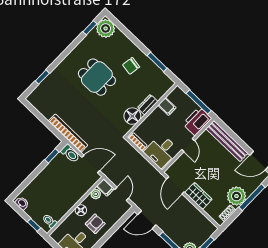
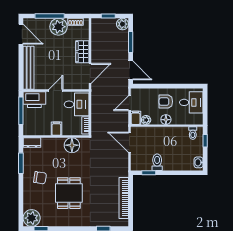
dresser: (148, 105) -> (32, 143), moved
filing cabinet: (167, 107) -> (56, 129), moved
bookcase: (68, 133) -> (124, 198), moved
toilet: (70, 154) -> (157, 162), moved

